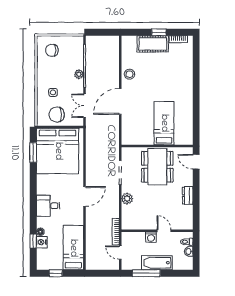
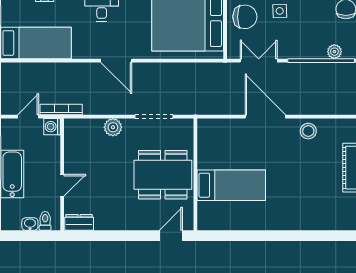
plant: (79, 74) -> (334, 52), moved
chair: (57, 115) -> (245, 17), turned 90
dresser: (188, 196) -> (79, 222), moved
washing machine: (151, 237) -> (52, 127), moved

